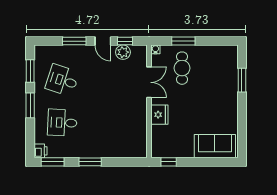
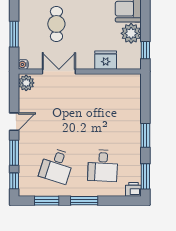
window: (125, 41) -> (14, 181), moved
plant: (123, 52) -> (26, 83), moved
cafe table: (182, 68) -> (56, 24), moved, turned 90
fridge: (159, 115) -> (106, 60), moved
plant: (184, 149) -> (131, 33), added

